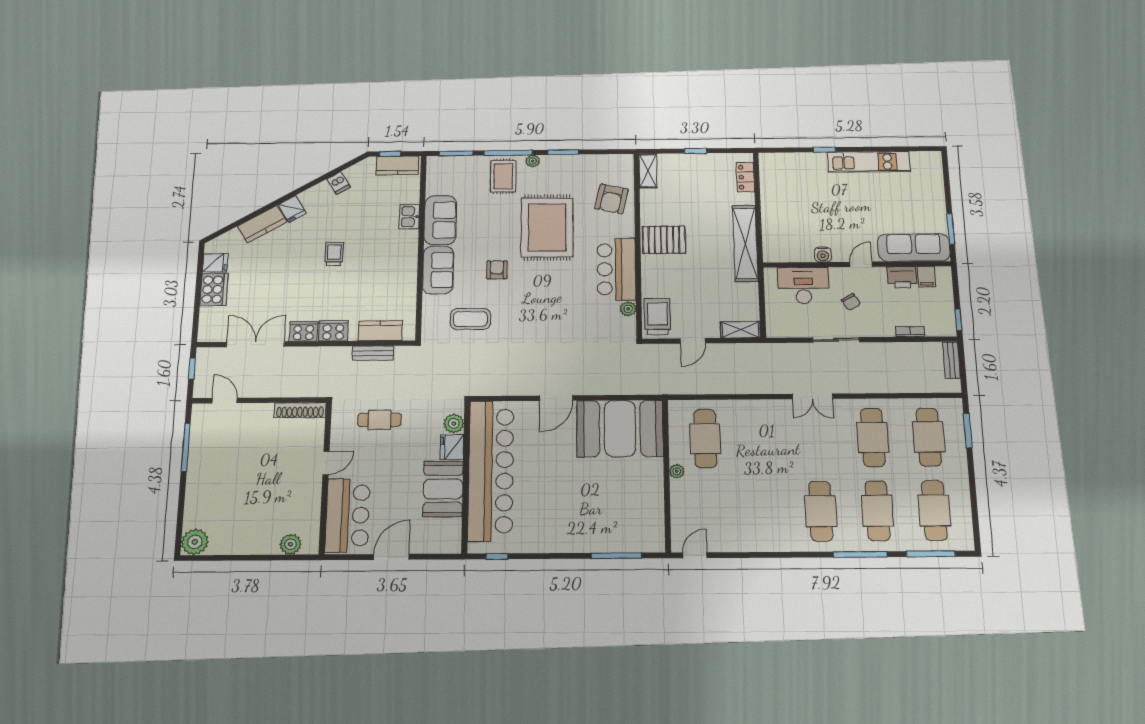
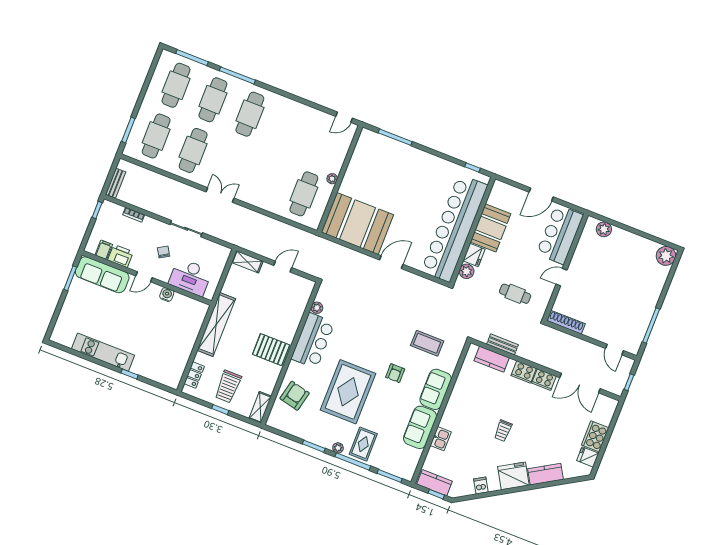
fridge: (292, 209) -> (513, 476), width x1.88, depth x1.34
trolley: (657, 316) -> (228, 386), moved

